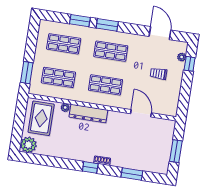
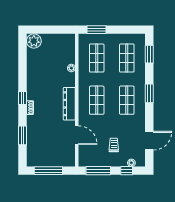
window: (80, 21) -> (149, 54), moved
window: (185, 95) -> (98, 171), added
dresser: (88, 113) -> (69, 104), moved
door: (141, 113) -> (77, 135), hinge flipped
rug: (41, 118) -> (59, 49), removed
window: (176, 151) -> (48, 171), width x1.44

